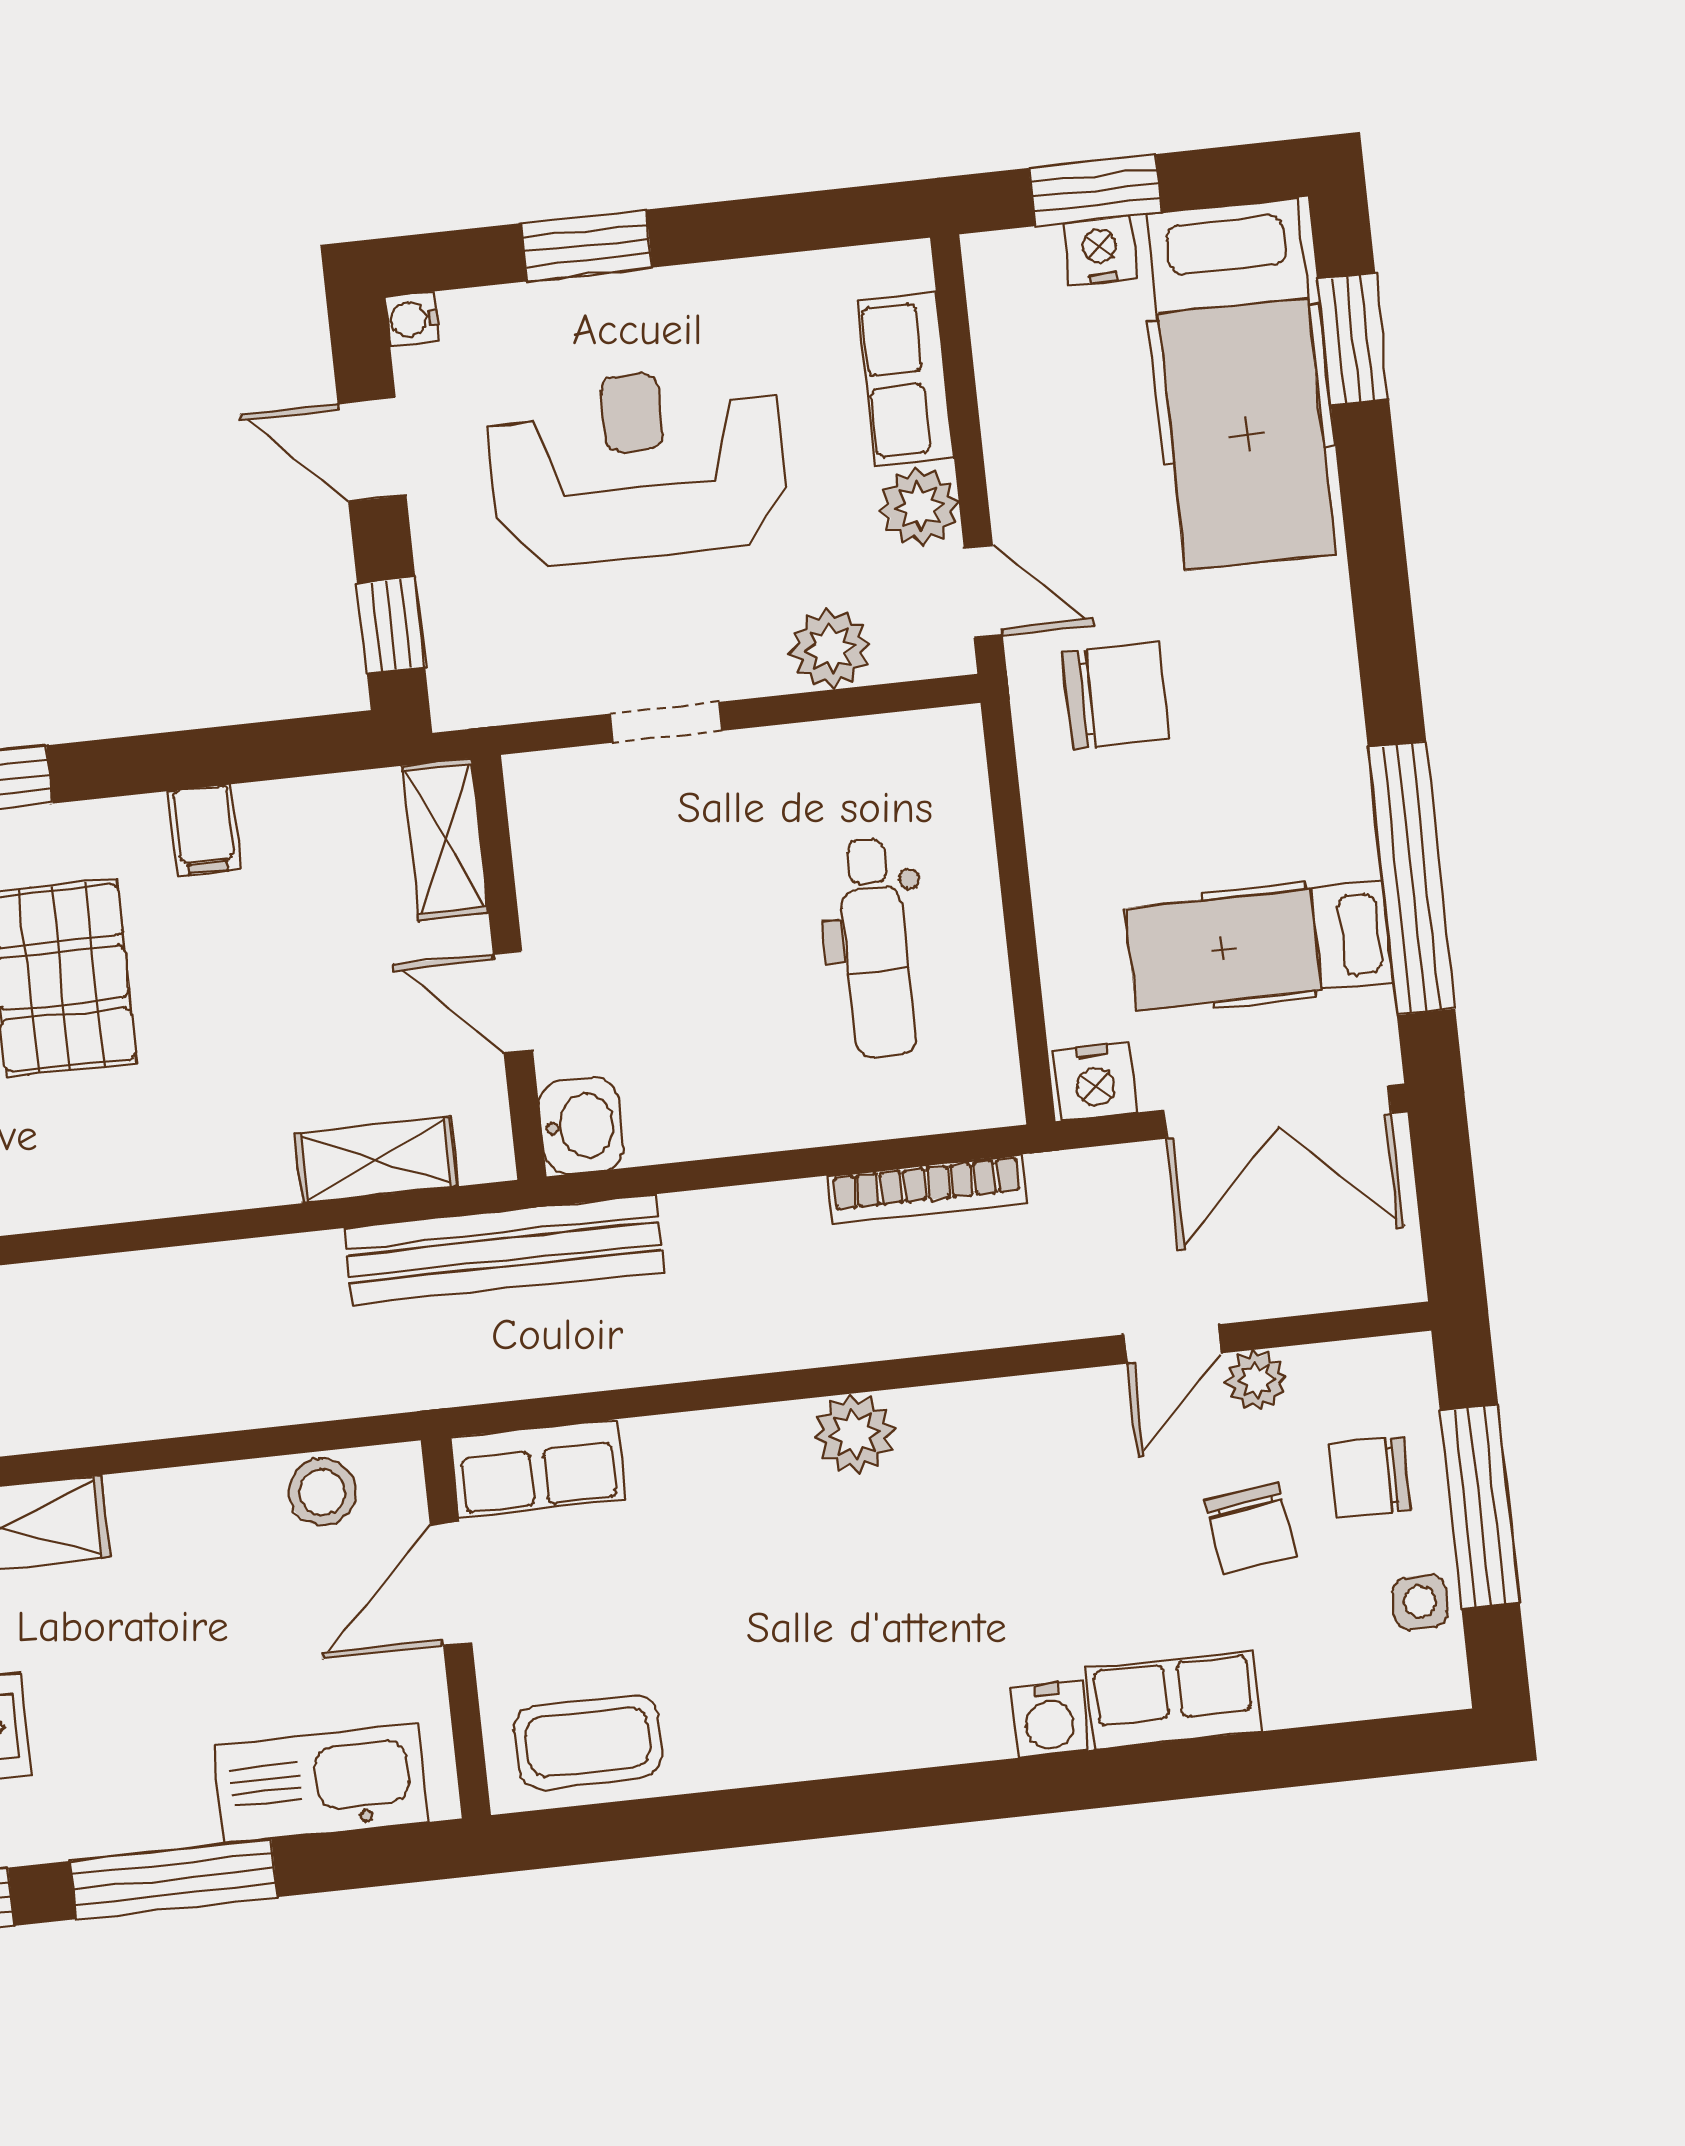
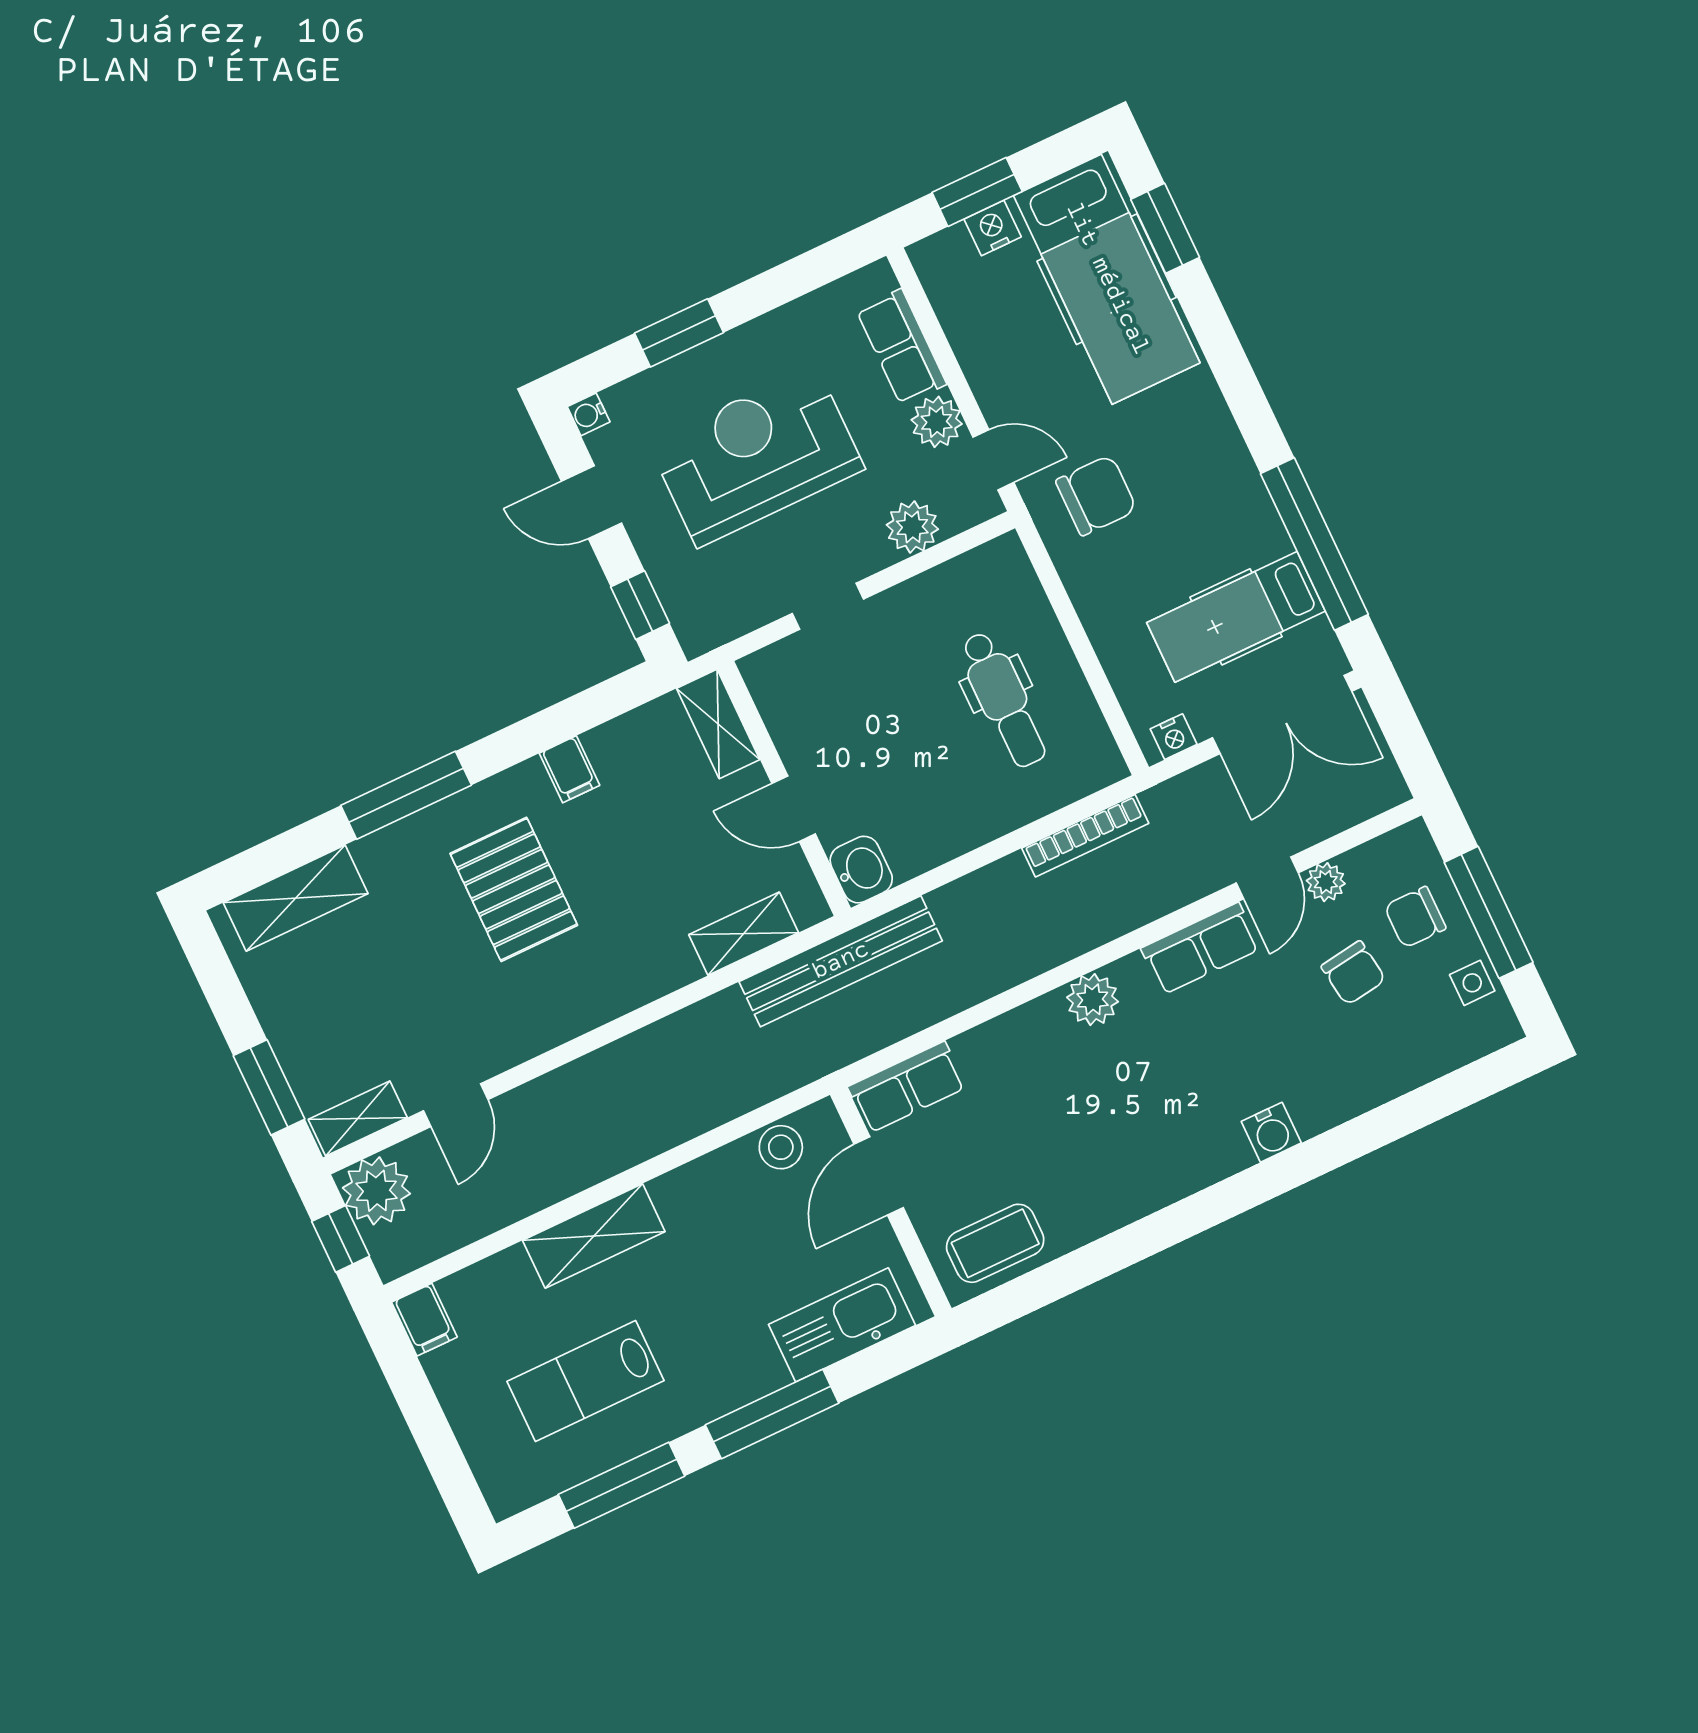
nightstand: (1095, 1081) -> (1174, 737), width x0.72, depth x0.74
row of seats: (1174, 1700) -> (1201, 949), moved, turned 180

